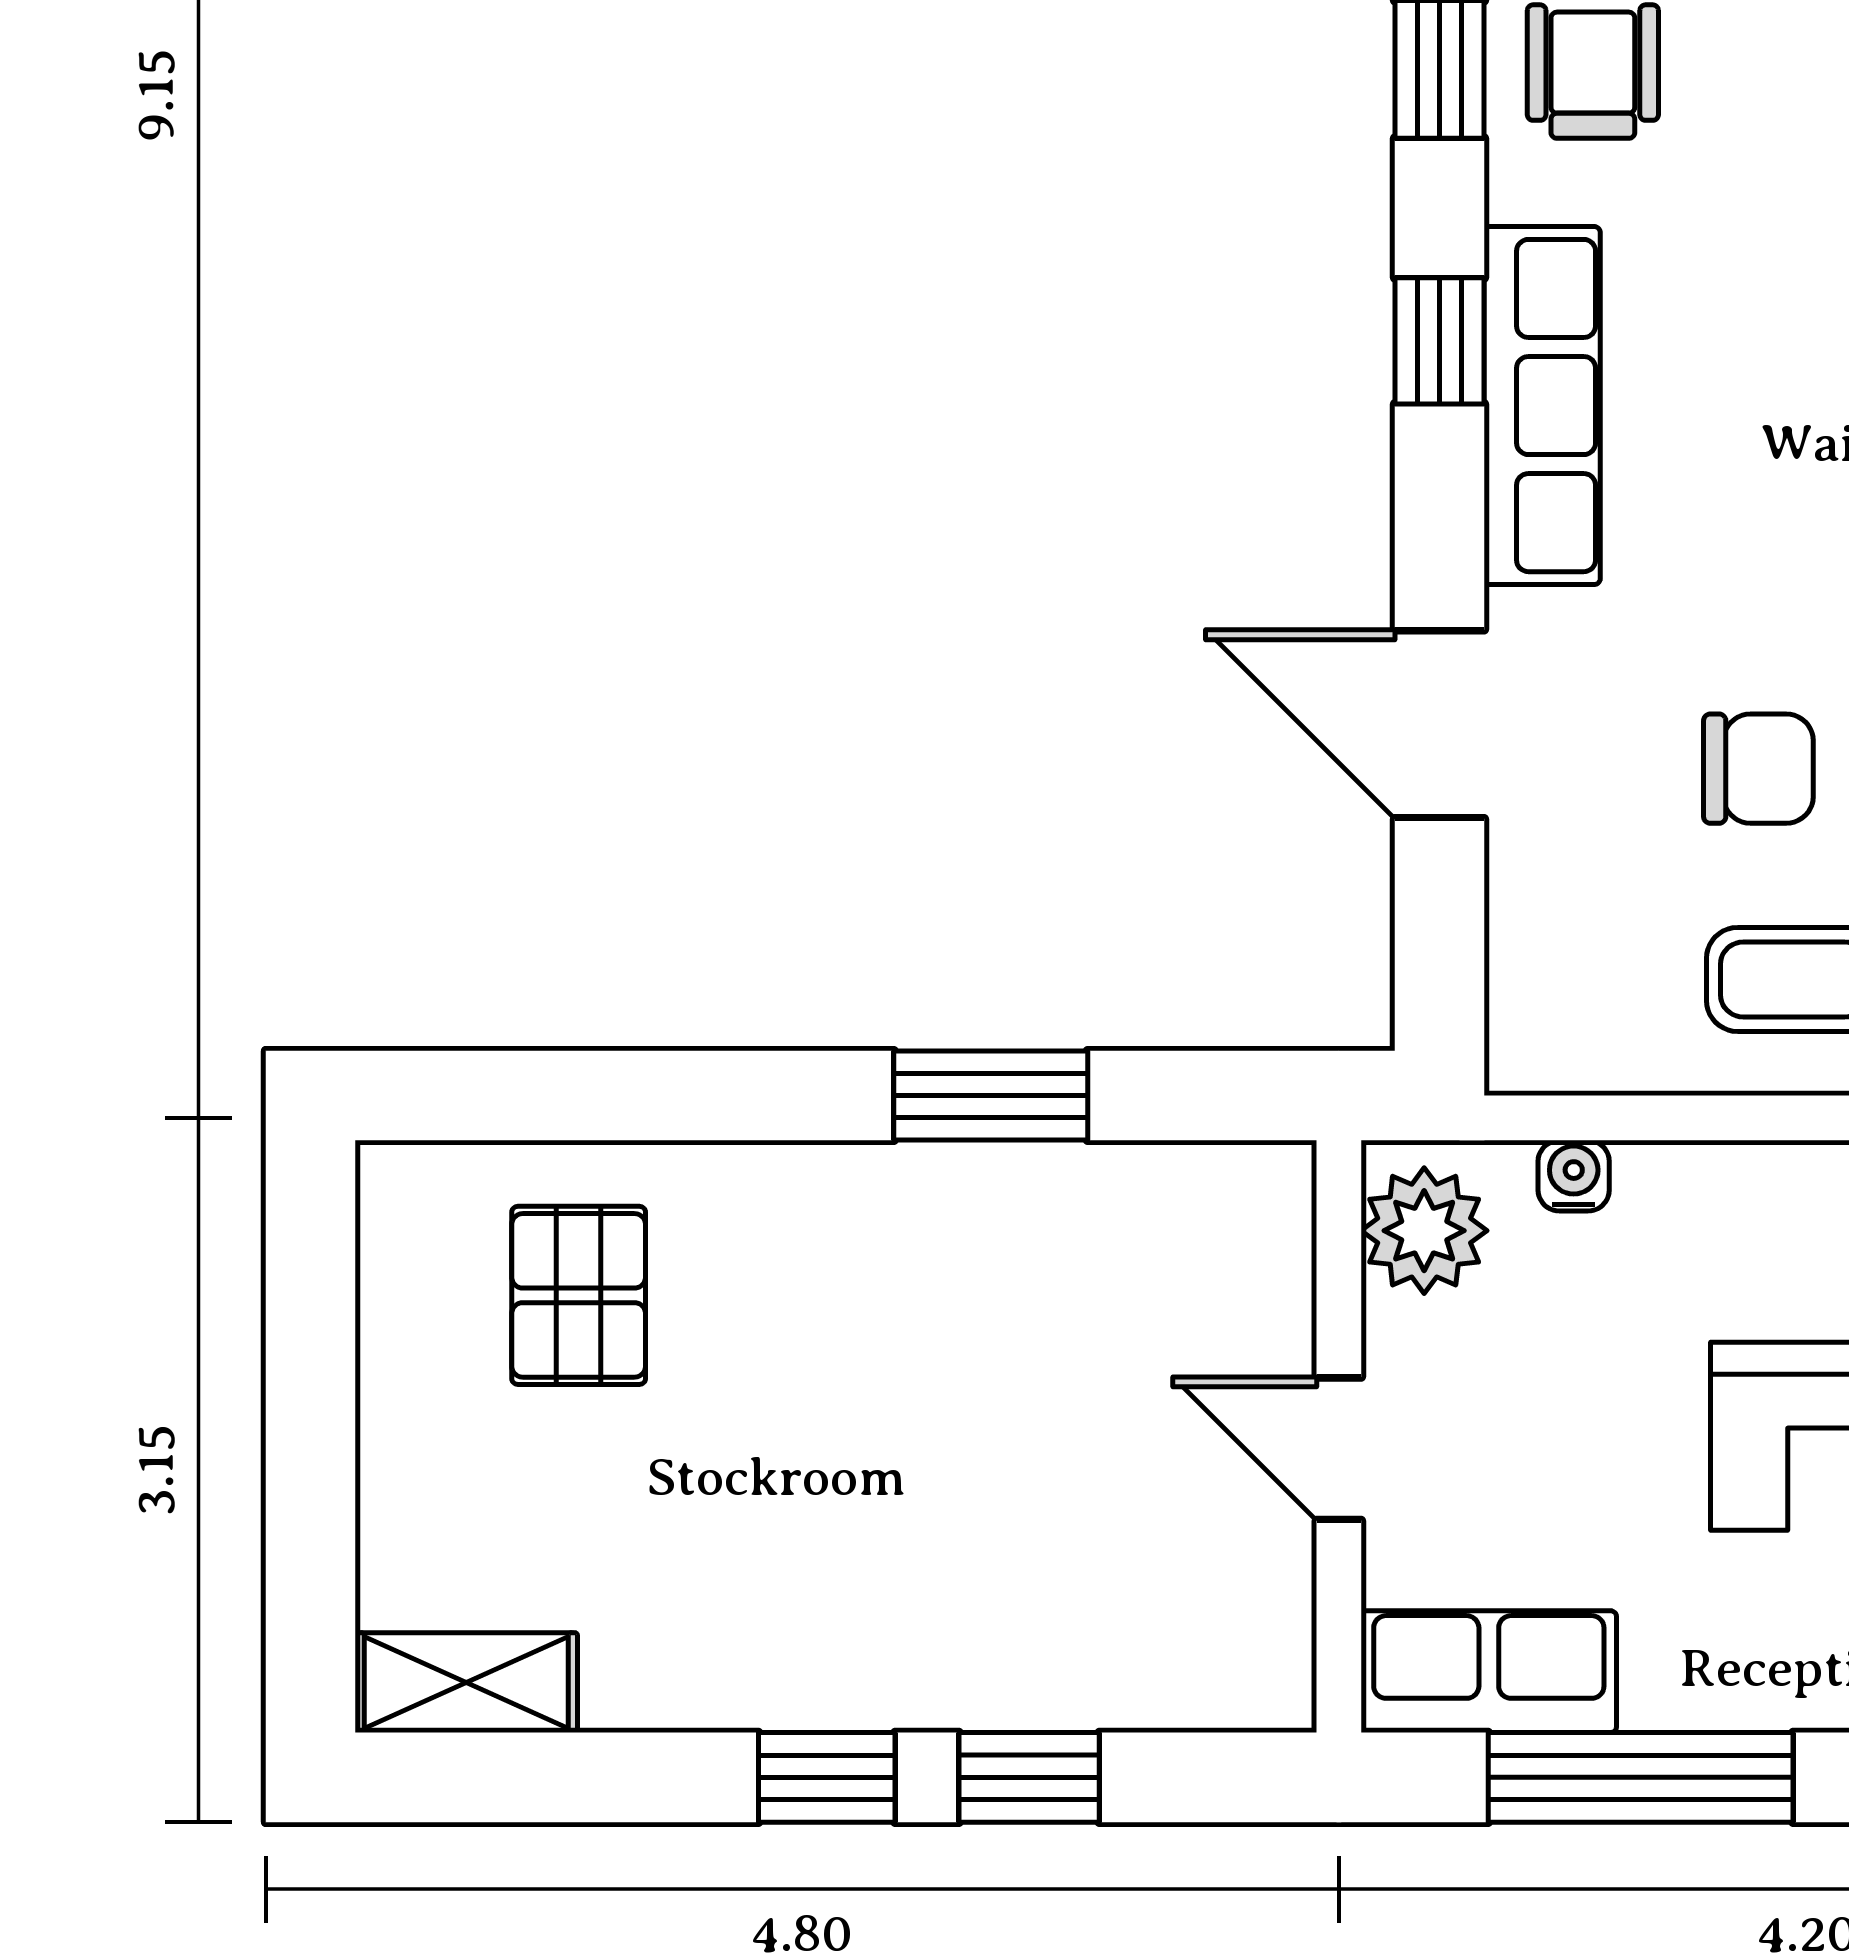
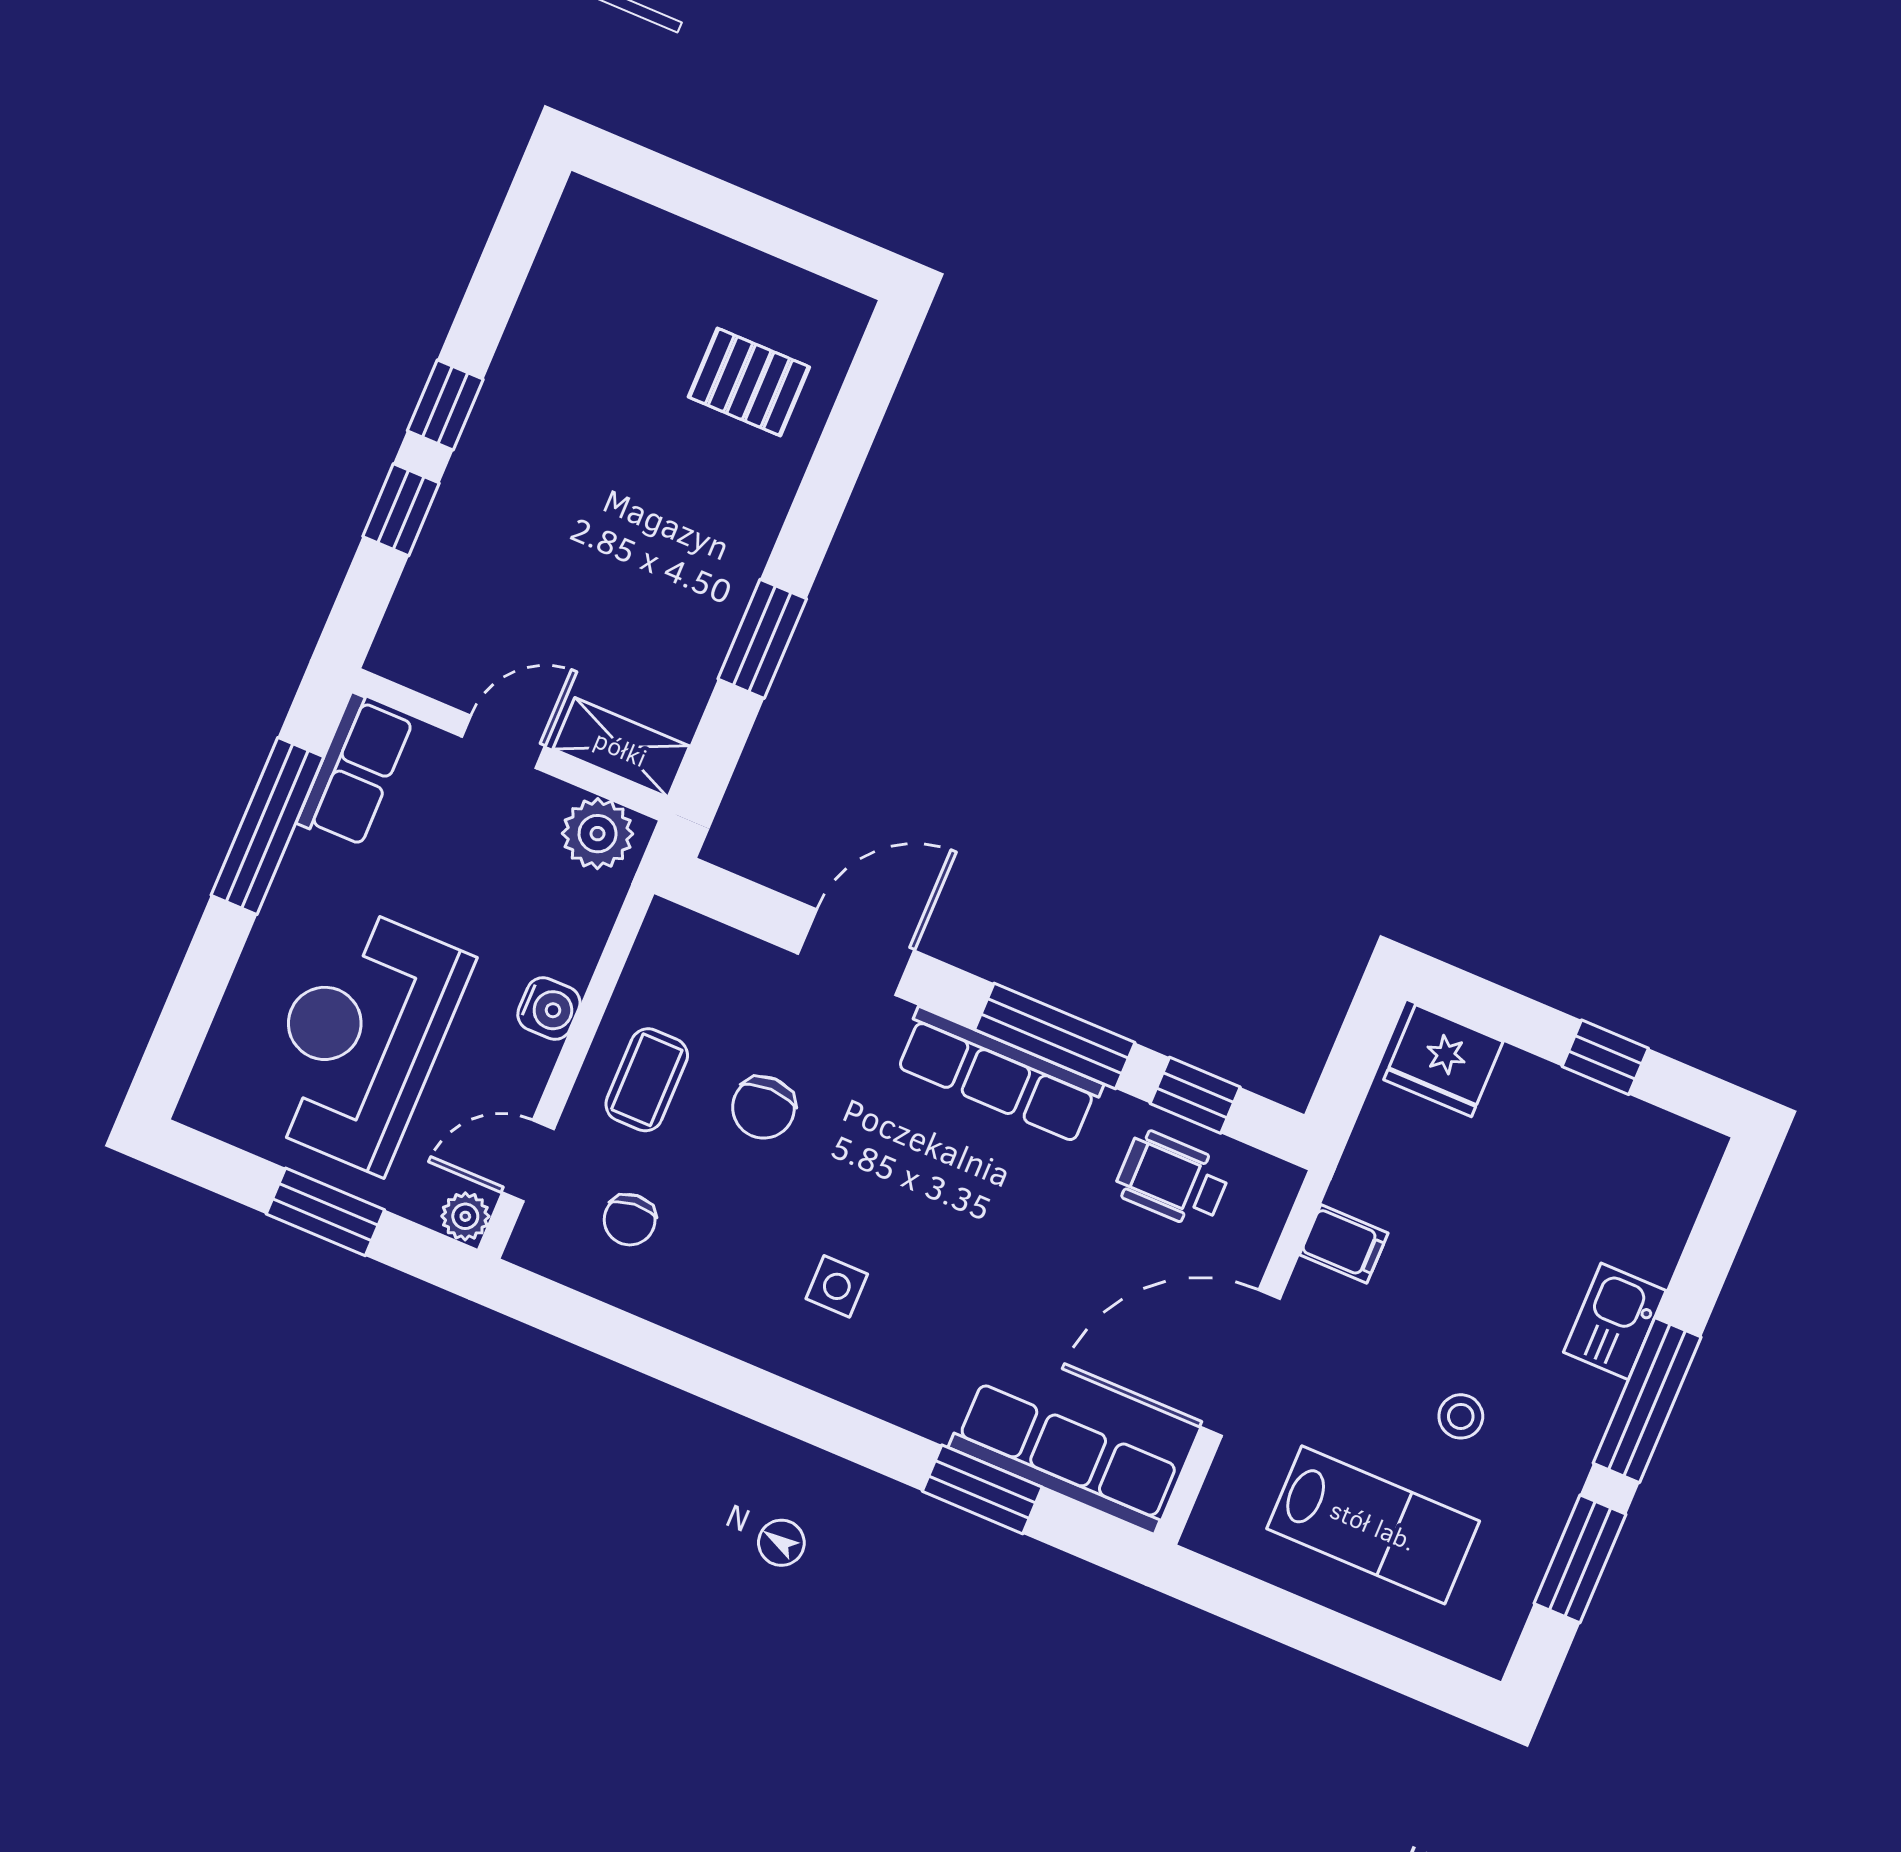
window: (1439, 341) -> (1055, 1036), width x2.17
water cooler: (1574, 1176) -> (549, 1009), moved, width x1.38, depth x1.38
shelving: (466, 1683) -> (621, 748), moved, turned 90

